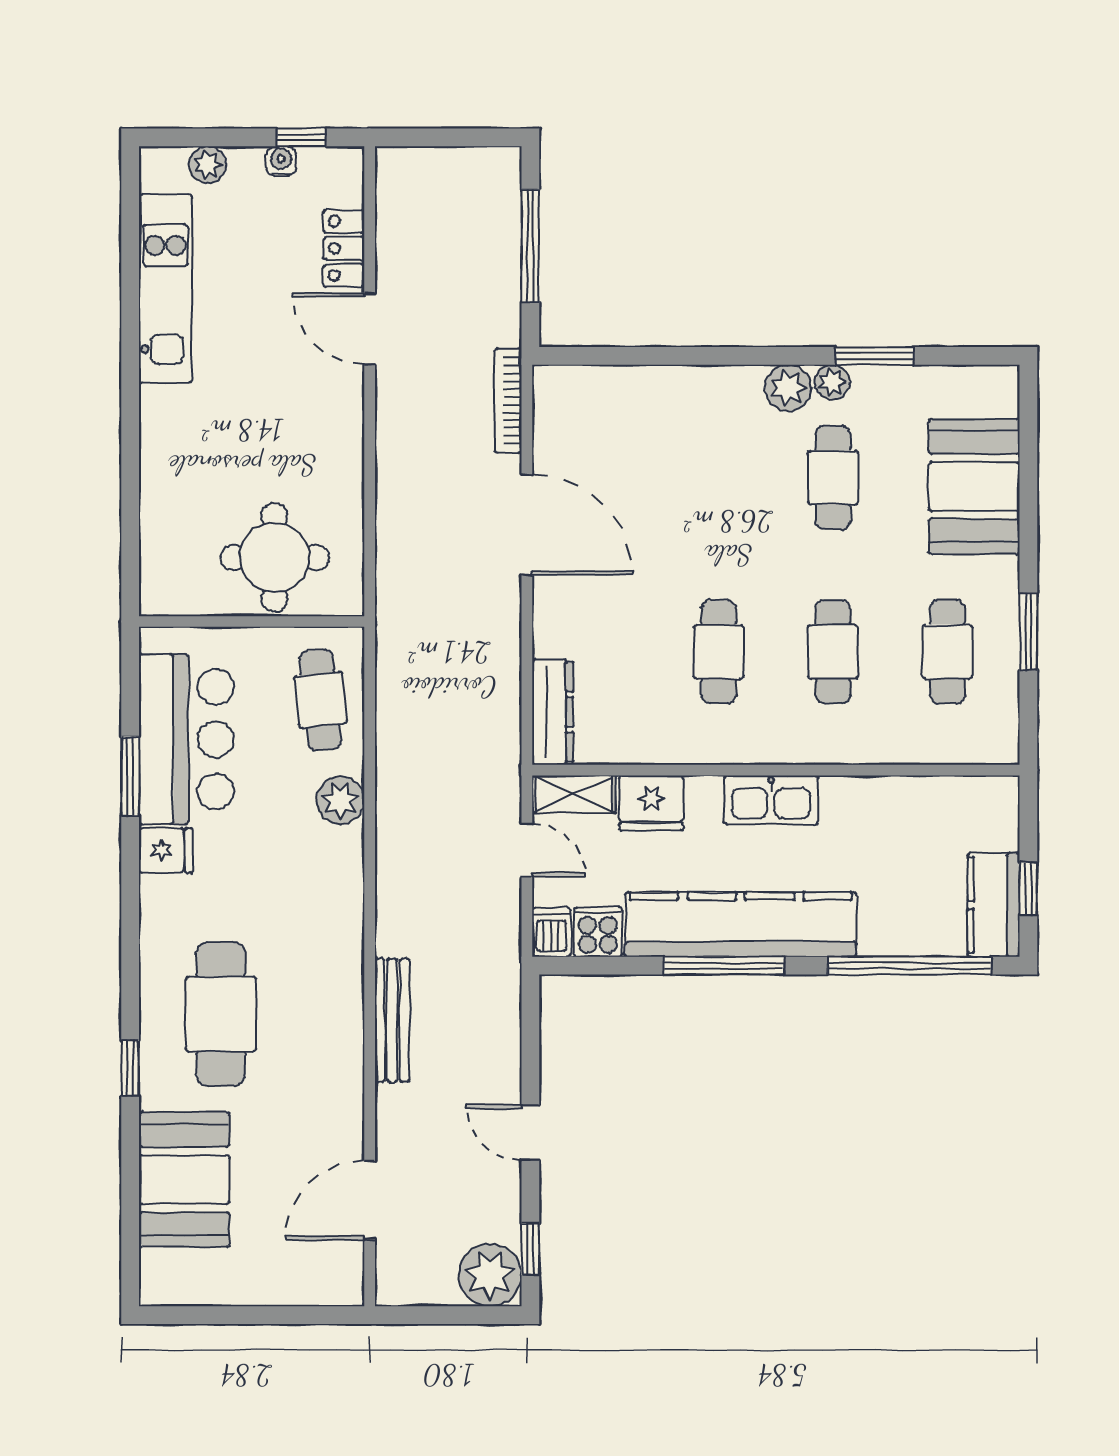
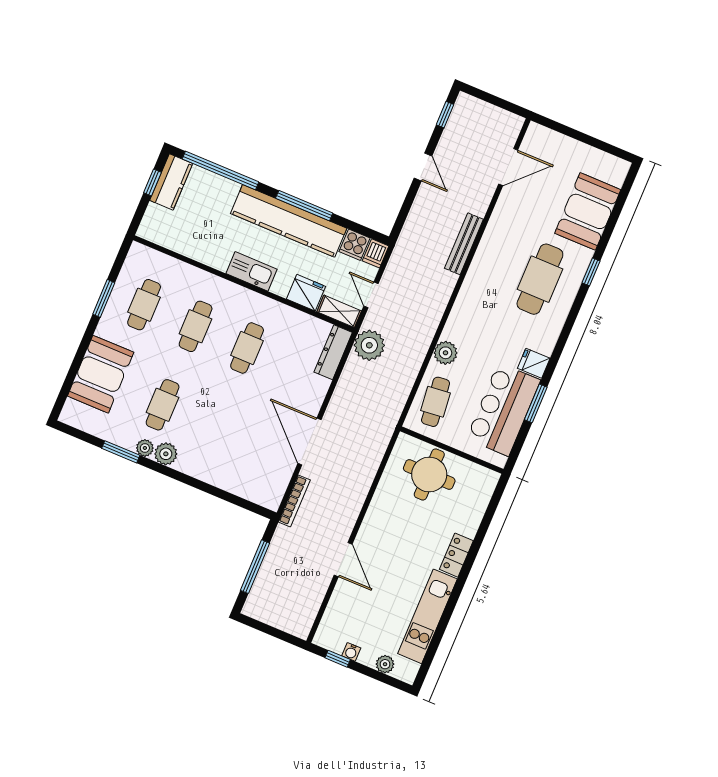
locker: (344, 248) -> (456, 555), moved, turned 180
plant: (490, 1275) -> (369, 345), moved

